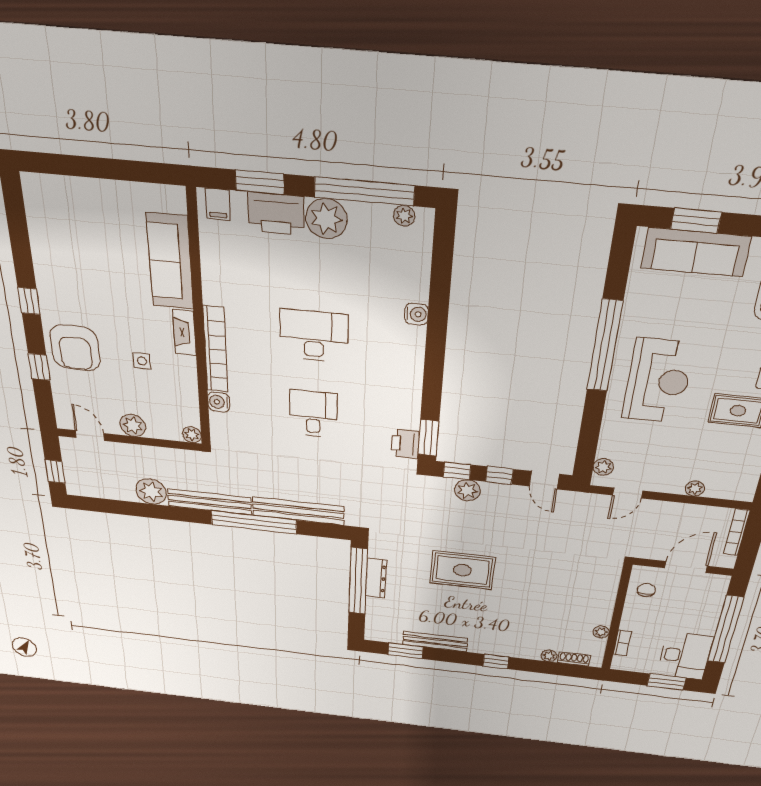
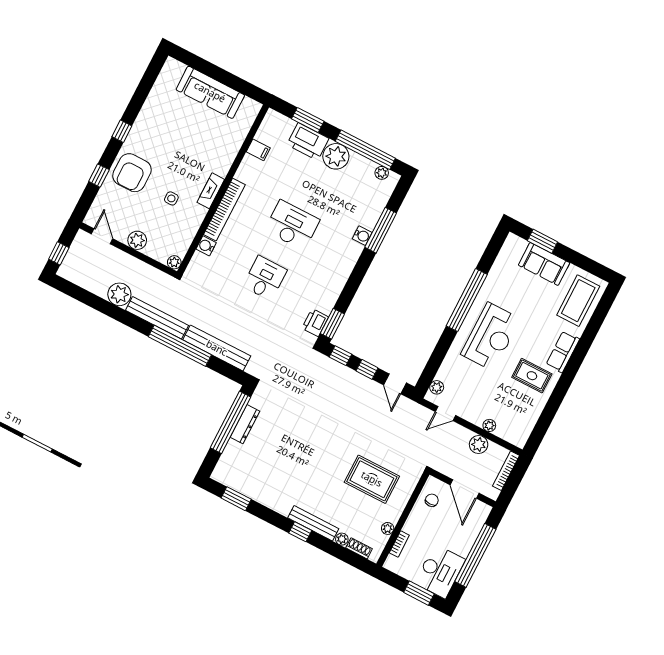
filing cabinet: (218, 204) -> (258, 150), moved, turned -90
sofa: (696, 252) -> (544, 264), width x0.73
sofa: (170, 262) -> (210, 92), moved, turned -90
window: (439, 297) -> (381, 230), added
plant: (467, 490) -> (479, 444), moved
door: (686, 567) -> (465, 489), swing flipped
rug: (462, 570) -> (372, 479), moved
bench: (435, 641) -> (313, 523), moved

